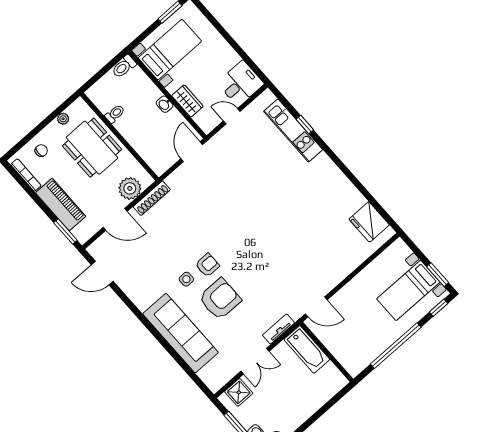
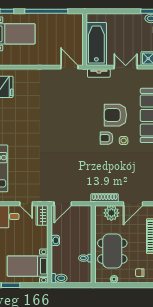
wardrobe: (187, 101) -> (42, 215), moved
door: (115, 219) -> (133, 204), swing flipped
bathtub: (307, 349) -> (96, 44), width x1.36, depth x1.36

